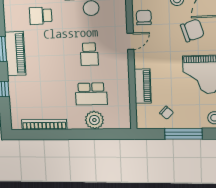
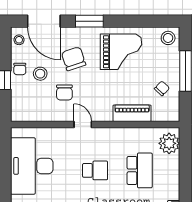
chair: (144, 18) -> (64, 92), moved, turned -90
plant: (94, 120) -> (169, 143), moved

